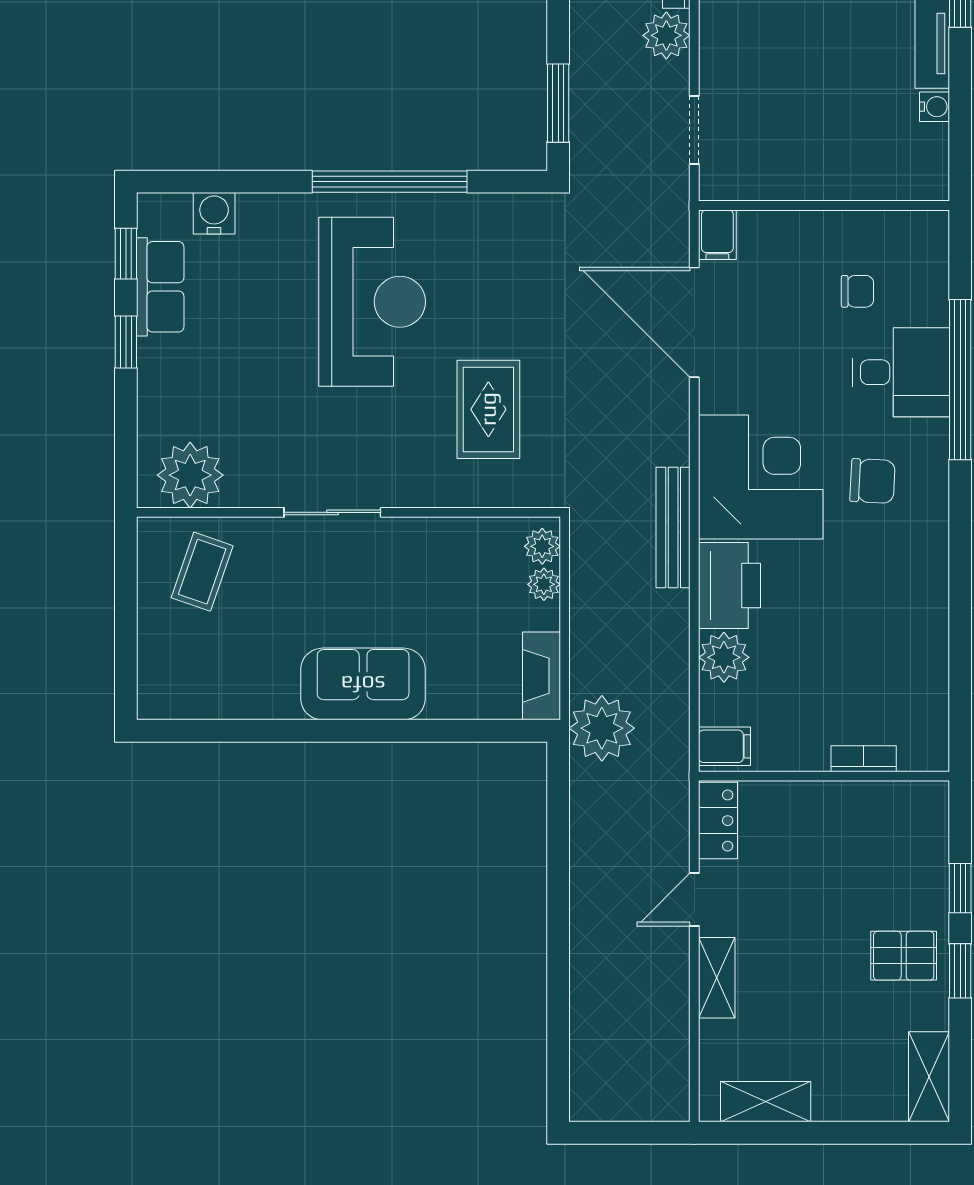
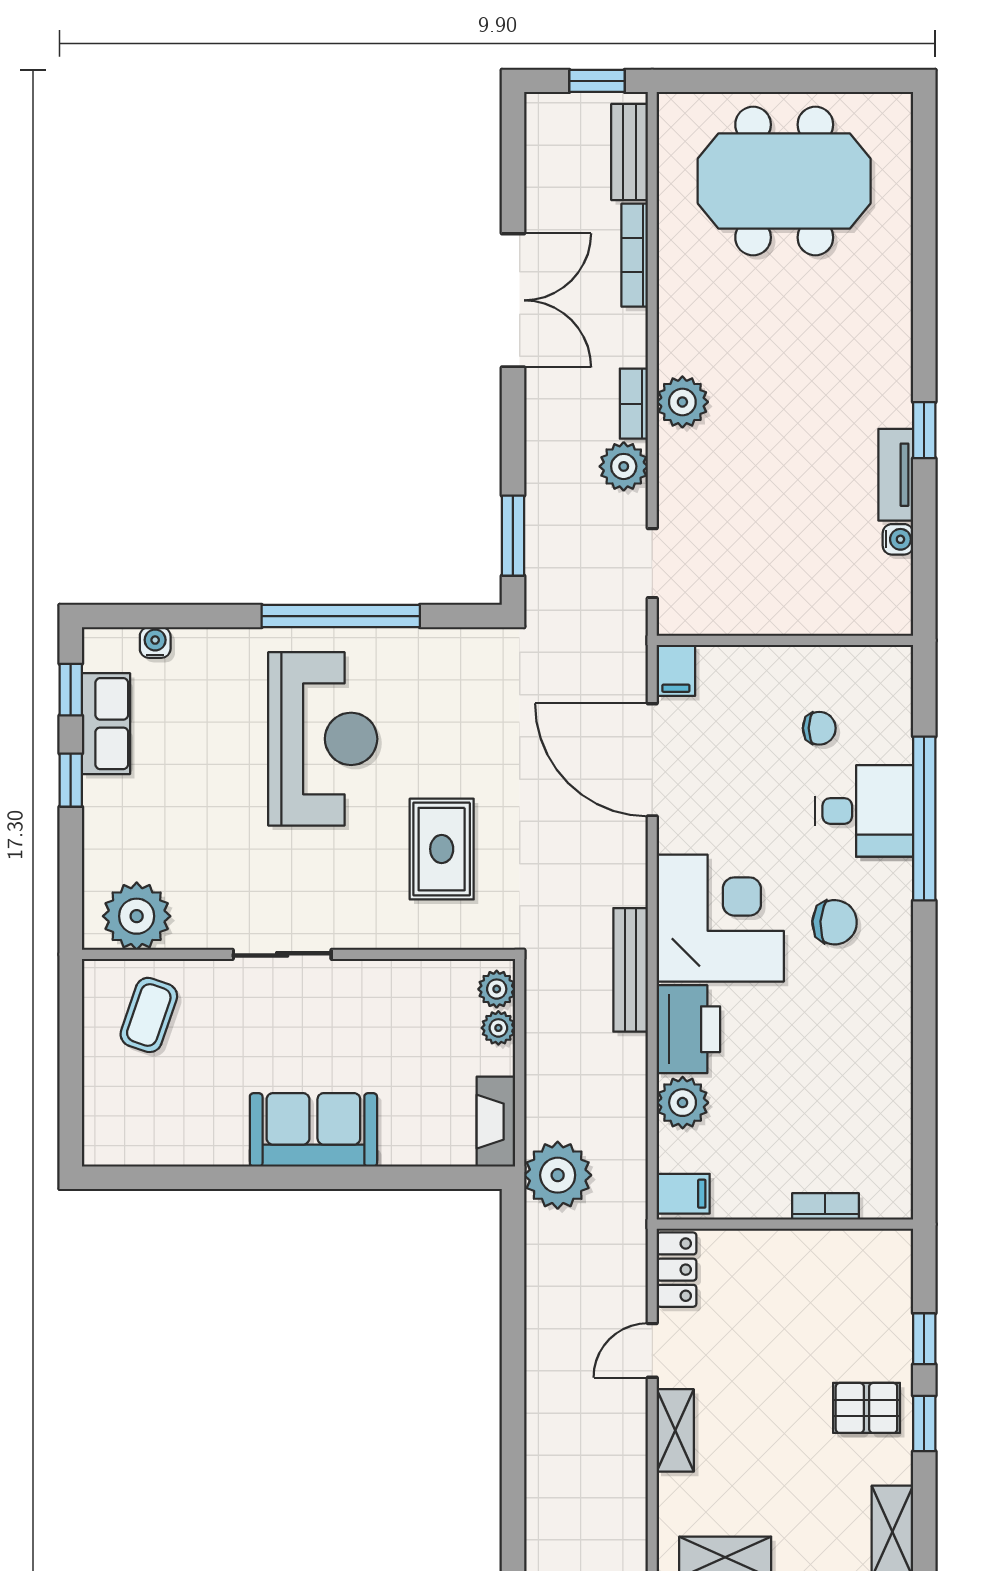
water cooler: (214, 213) -> (155, 642), width x0.72, depth x0.72

